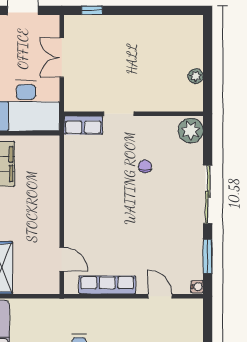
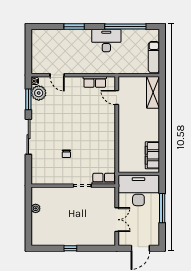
window: (92, 10) -> (70, 248), moved
plant: (191, 131) -> (39, 93), moved
row of seats: (107, 285) -> (95, 82), width x0.68

